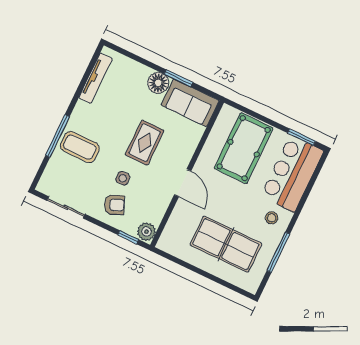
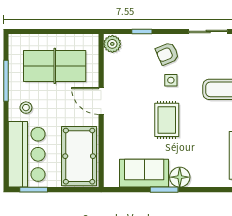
wall: (187, 174) -> (101, 111), moved
door: (183, 183) -> (101, 101), moved
plant: (146, 232) -> (112, 44), moved

